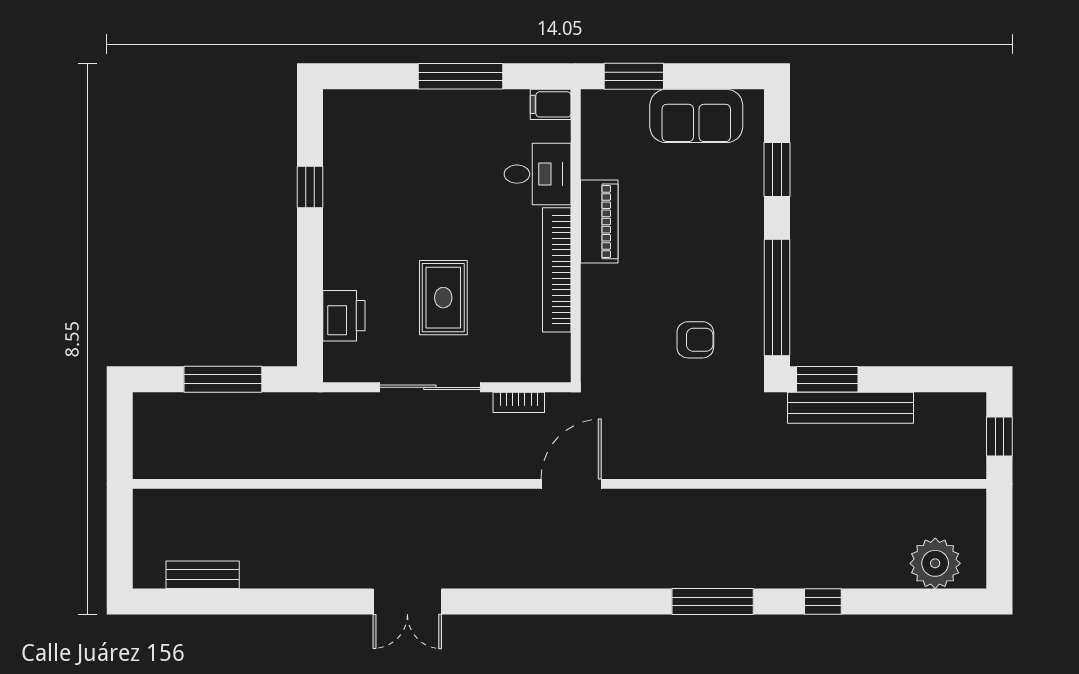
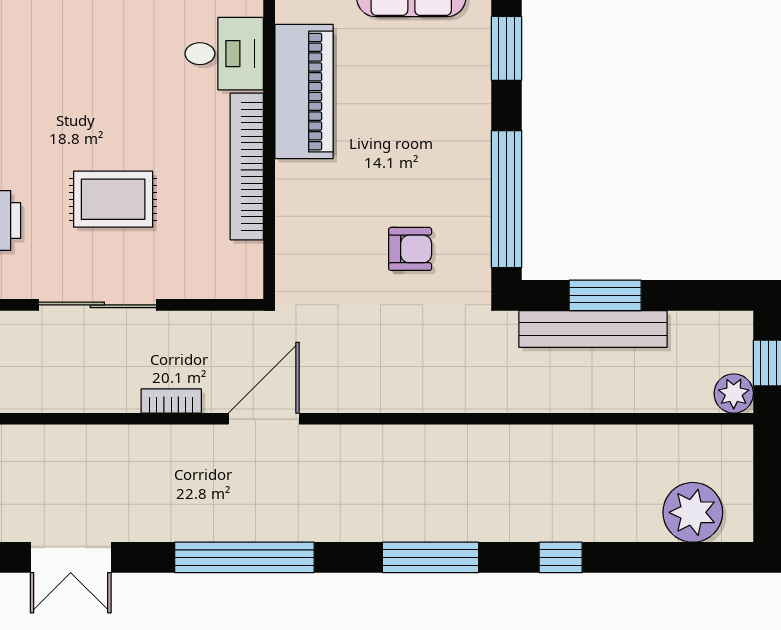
piano: (599, 221) -> (304, 92), width x1.37, depth x1.33
rug: (443, 298) -> (113, 199), turned 90
window: (827, 379) -> (605, 295), moved
bookcase: (519, 402) -> (171, 401), moved, turned 180
plant: (970, 462) -> (734, 393), added
window: (555, 602) -> (244, 557), added

